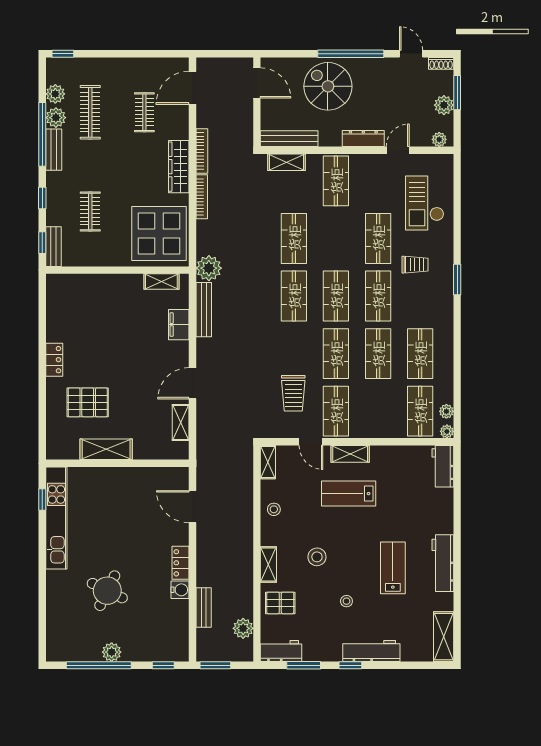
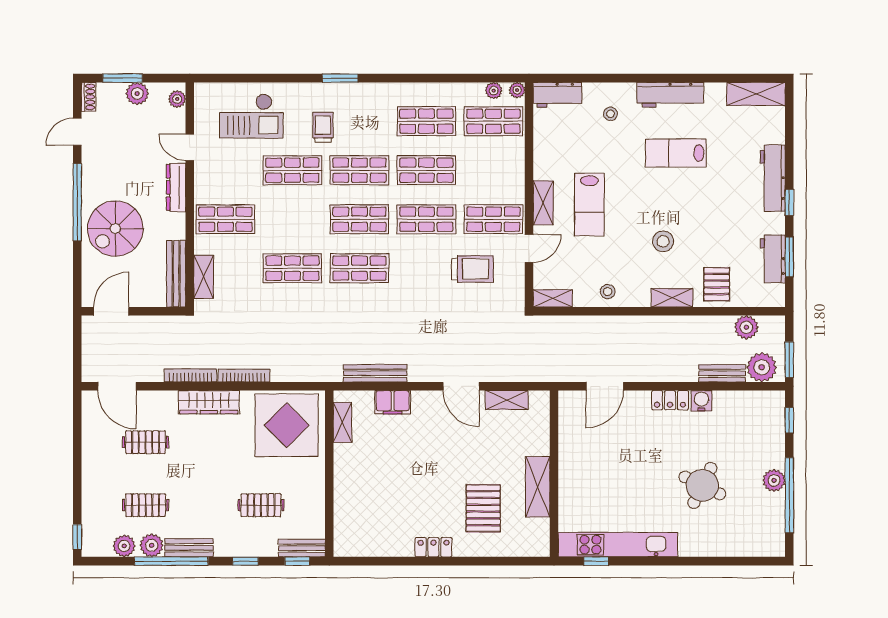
clothes rail: (90, 112) -> (146, 505), width x0.73
plant: (209, 268) -> (762, 367), moved
stool: (346, 601) -> (611, 114), moved
workbench: (281, 651) -> (773, 259), moved

